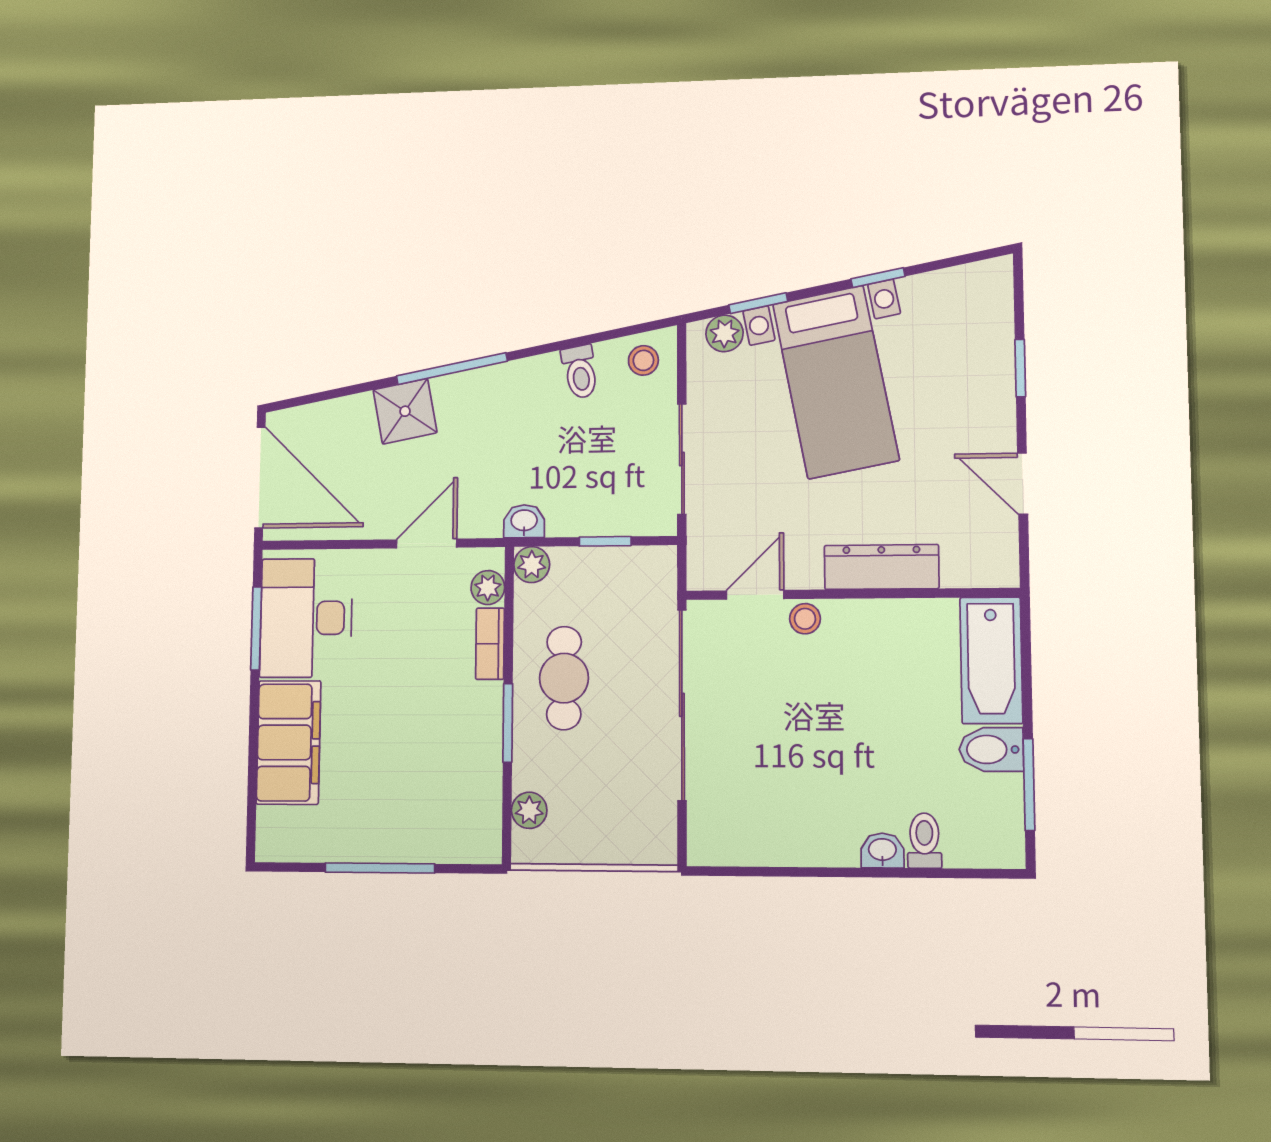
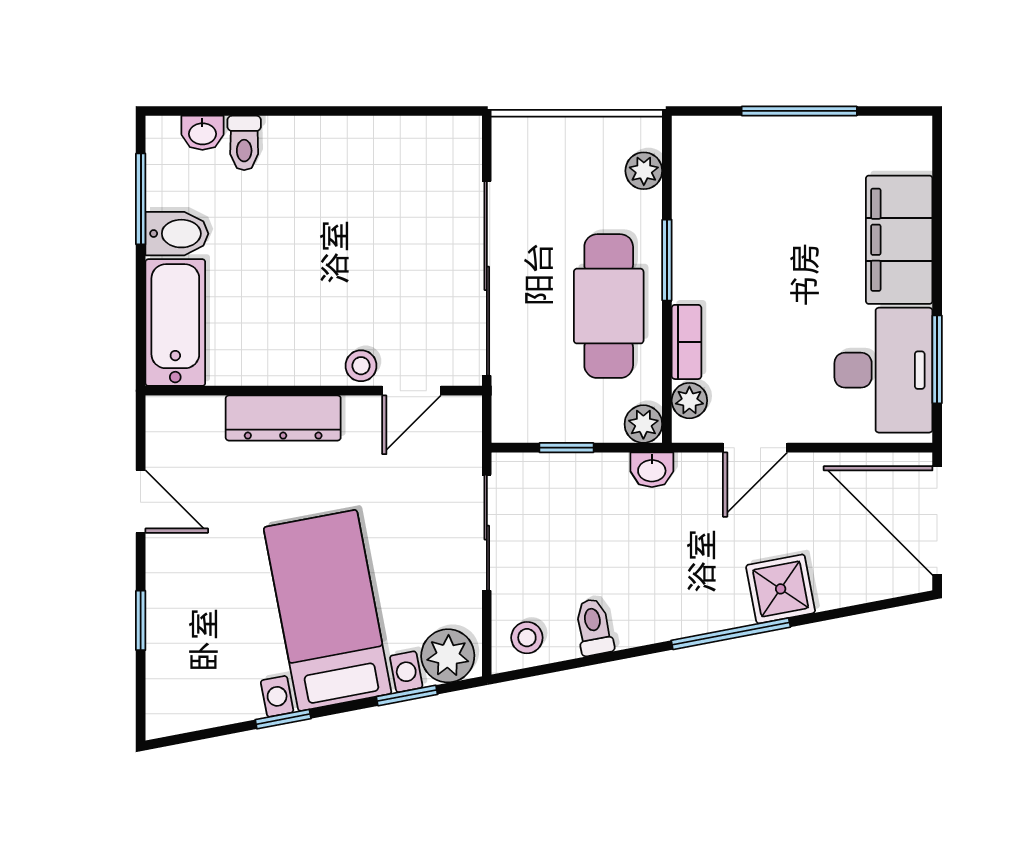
plant: (725, 333) -> (448, 656), width x1.38, depth x1.38
cafe table: (564, 678) -> (609, 306), width x1.37, depth x1.35
washbasin: (882, 851) -> (202, 133), moved

